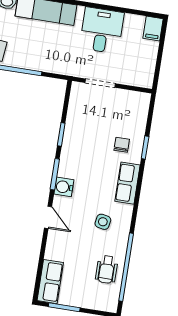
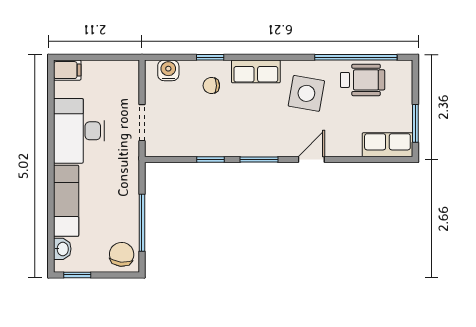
desk: (102, 30) -> (79, 131), width x1.37
water cooler: (64, 187) -> (168, 70), moved, turned 180
side table: (103, 222) -> (306, 93), width x1.87, depth x1.87
wheelchair: (107, 270) -> (363, 80), width x1.36, depth x1.37

